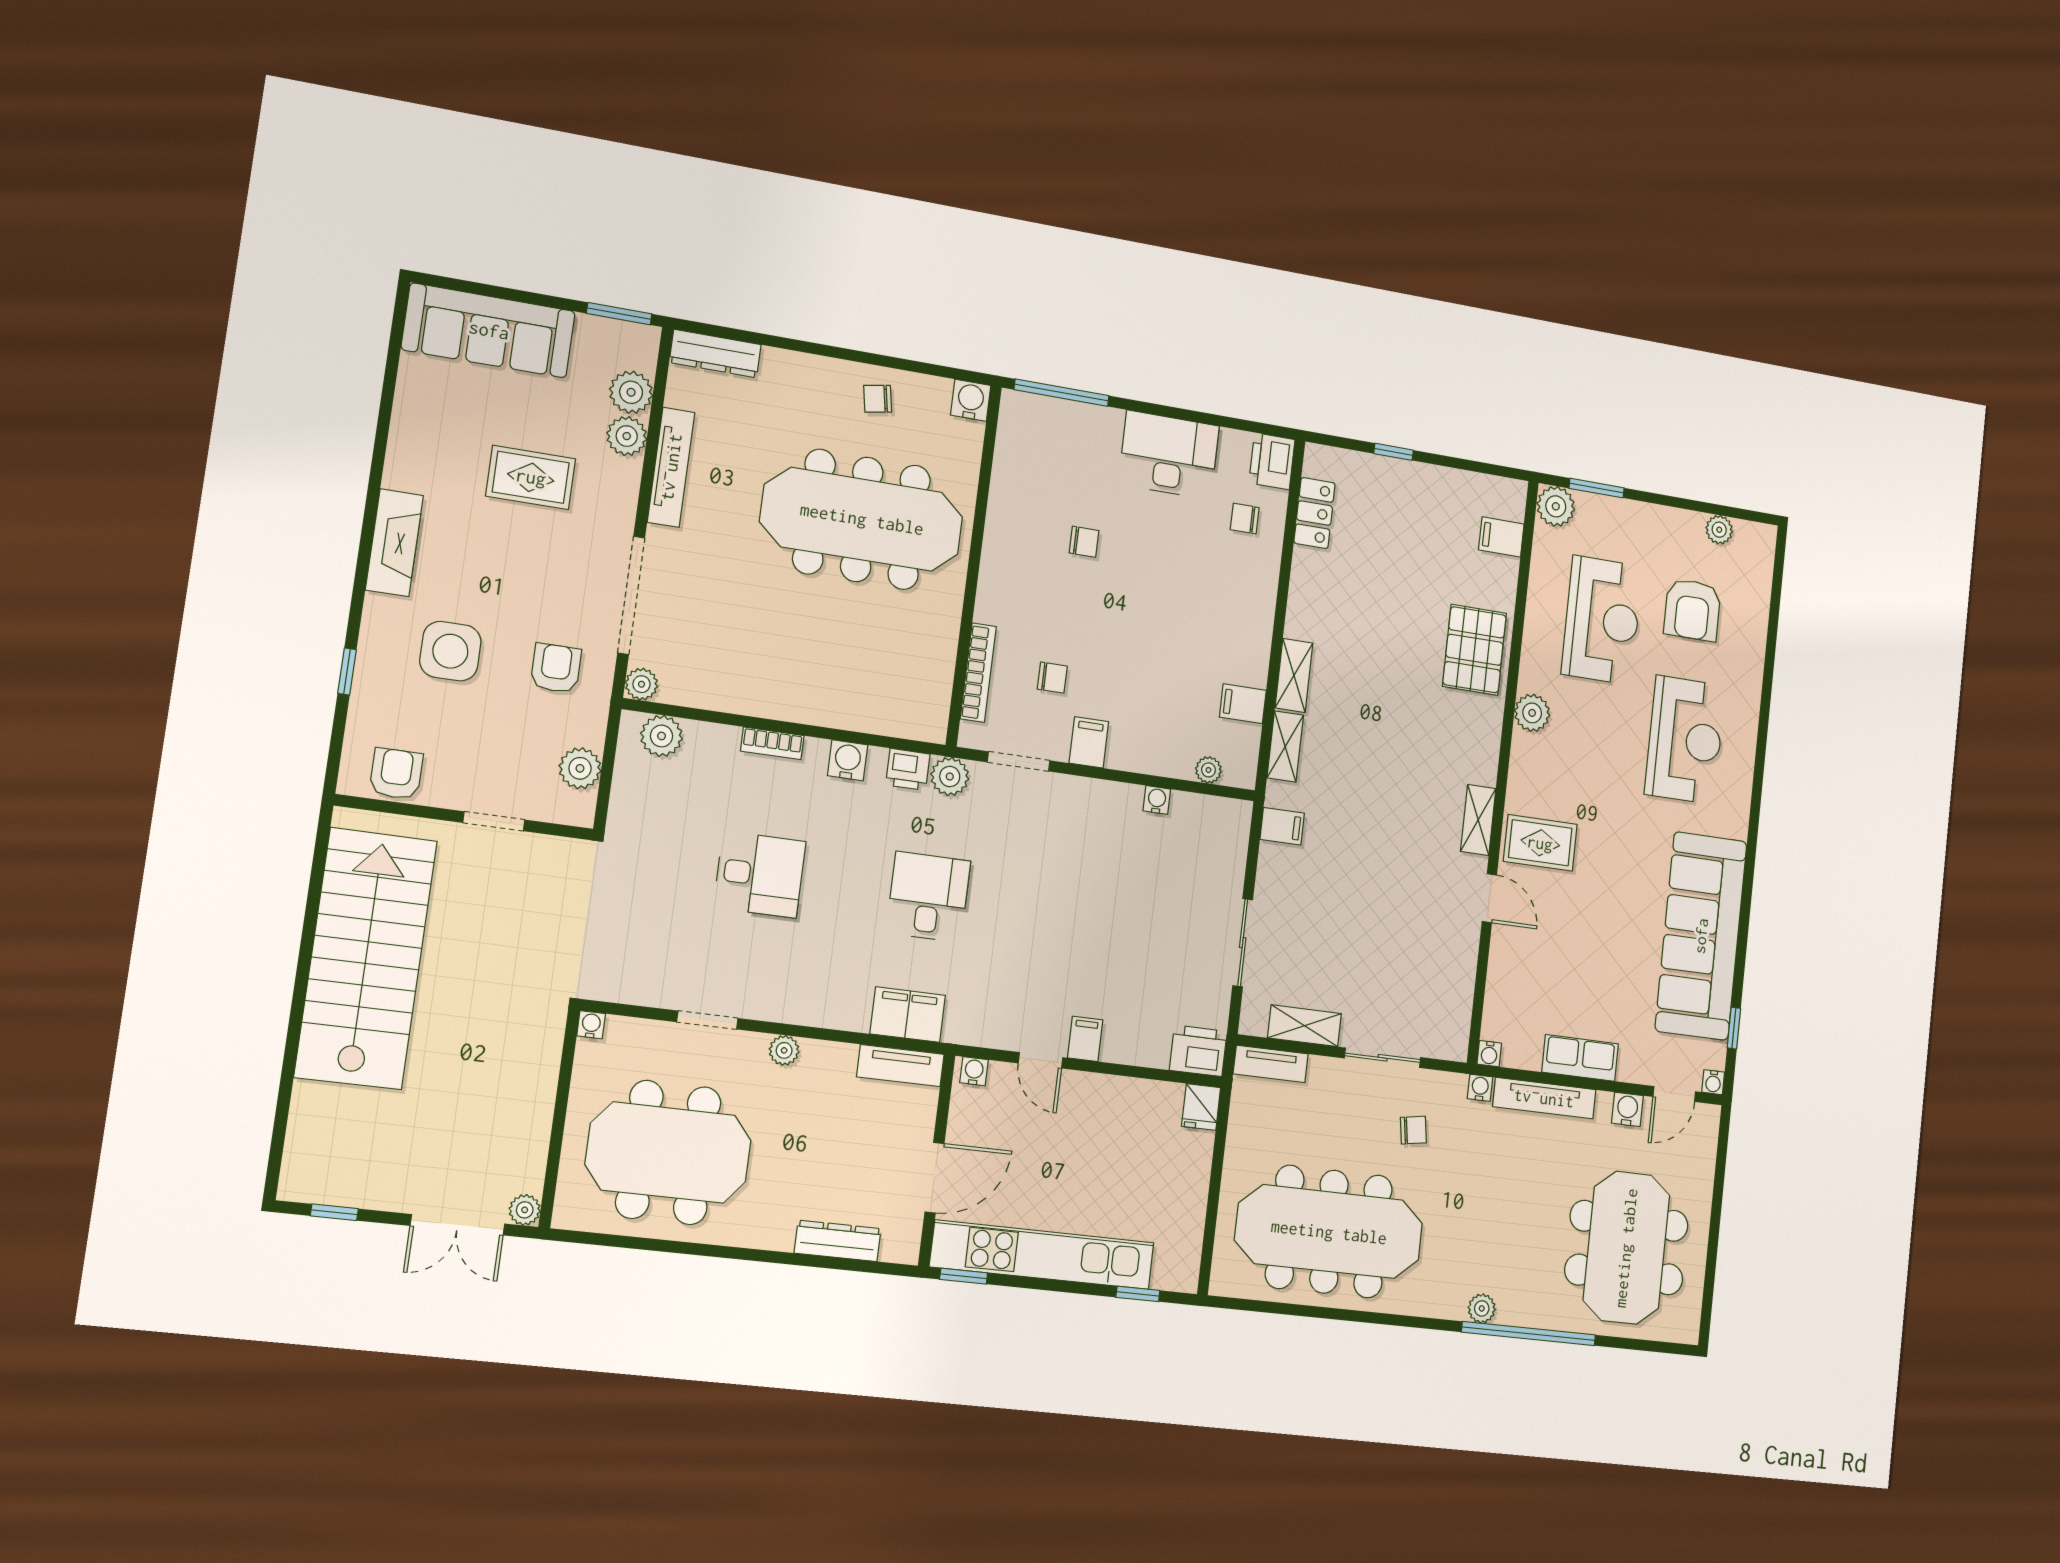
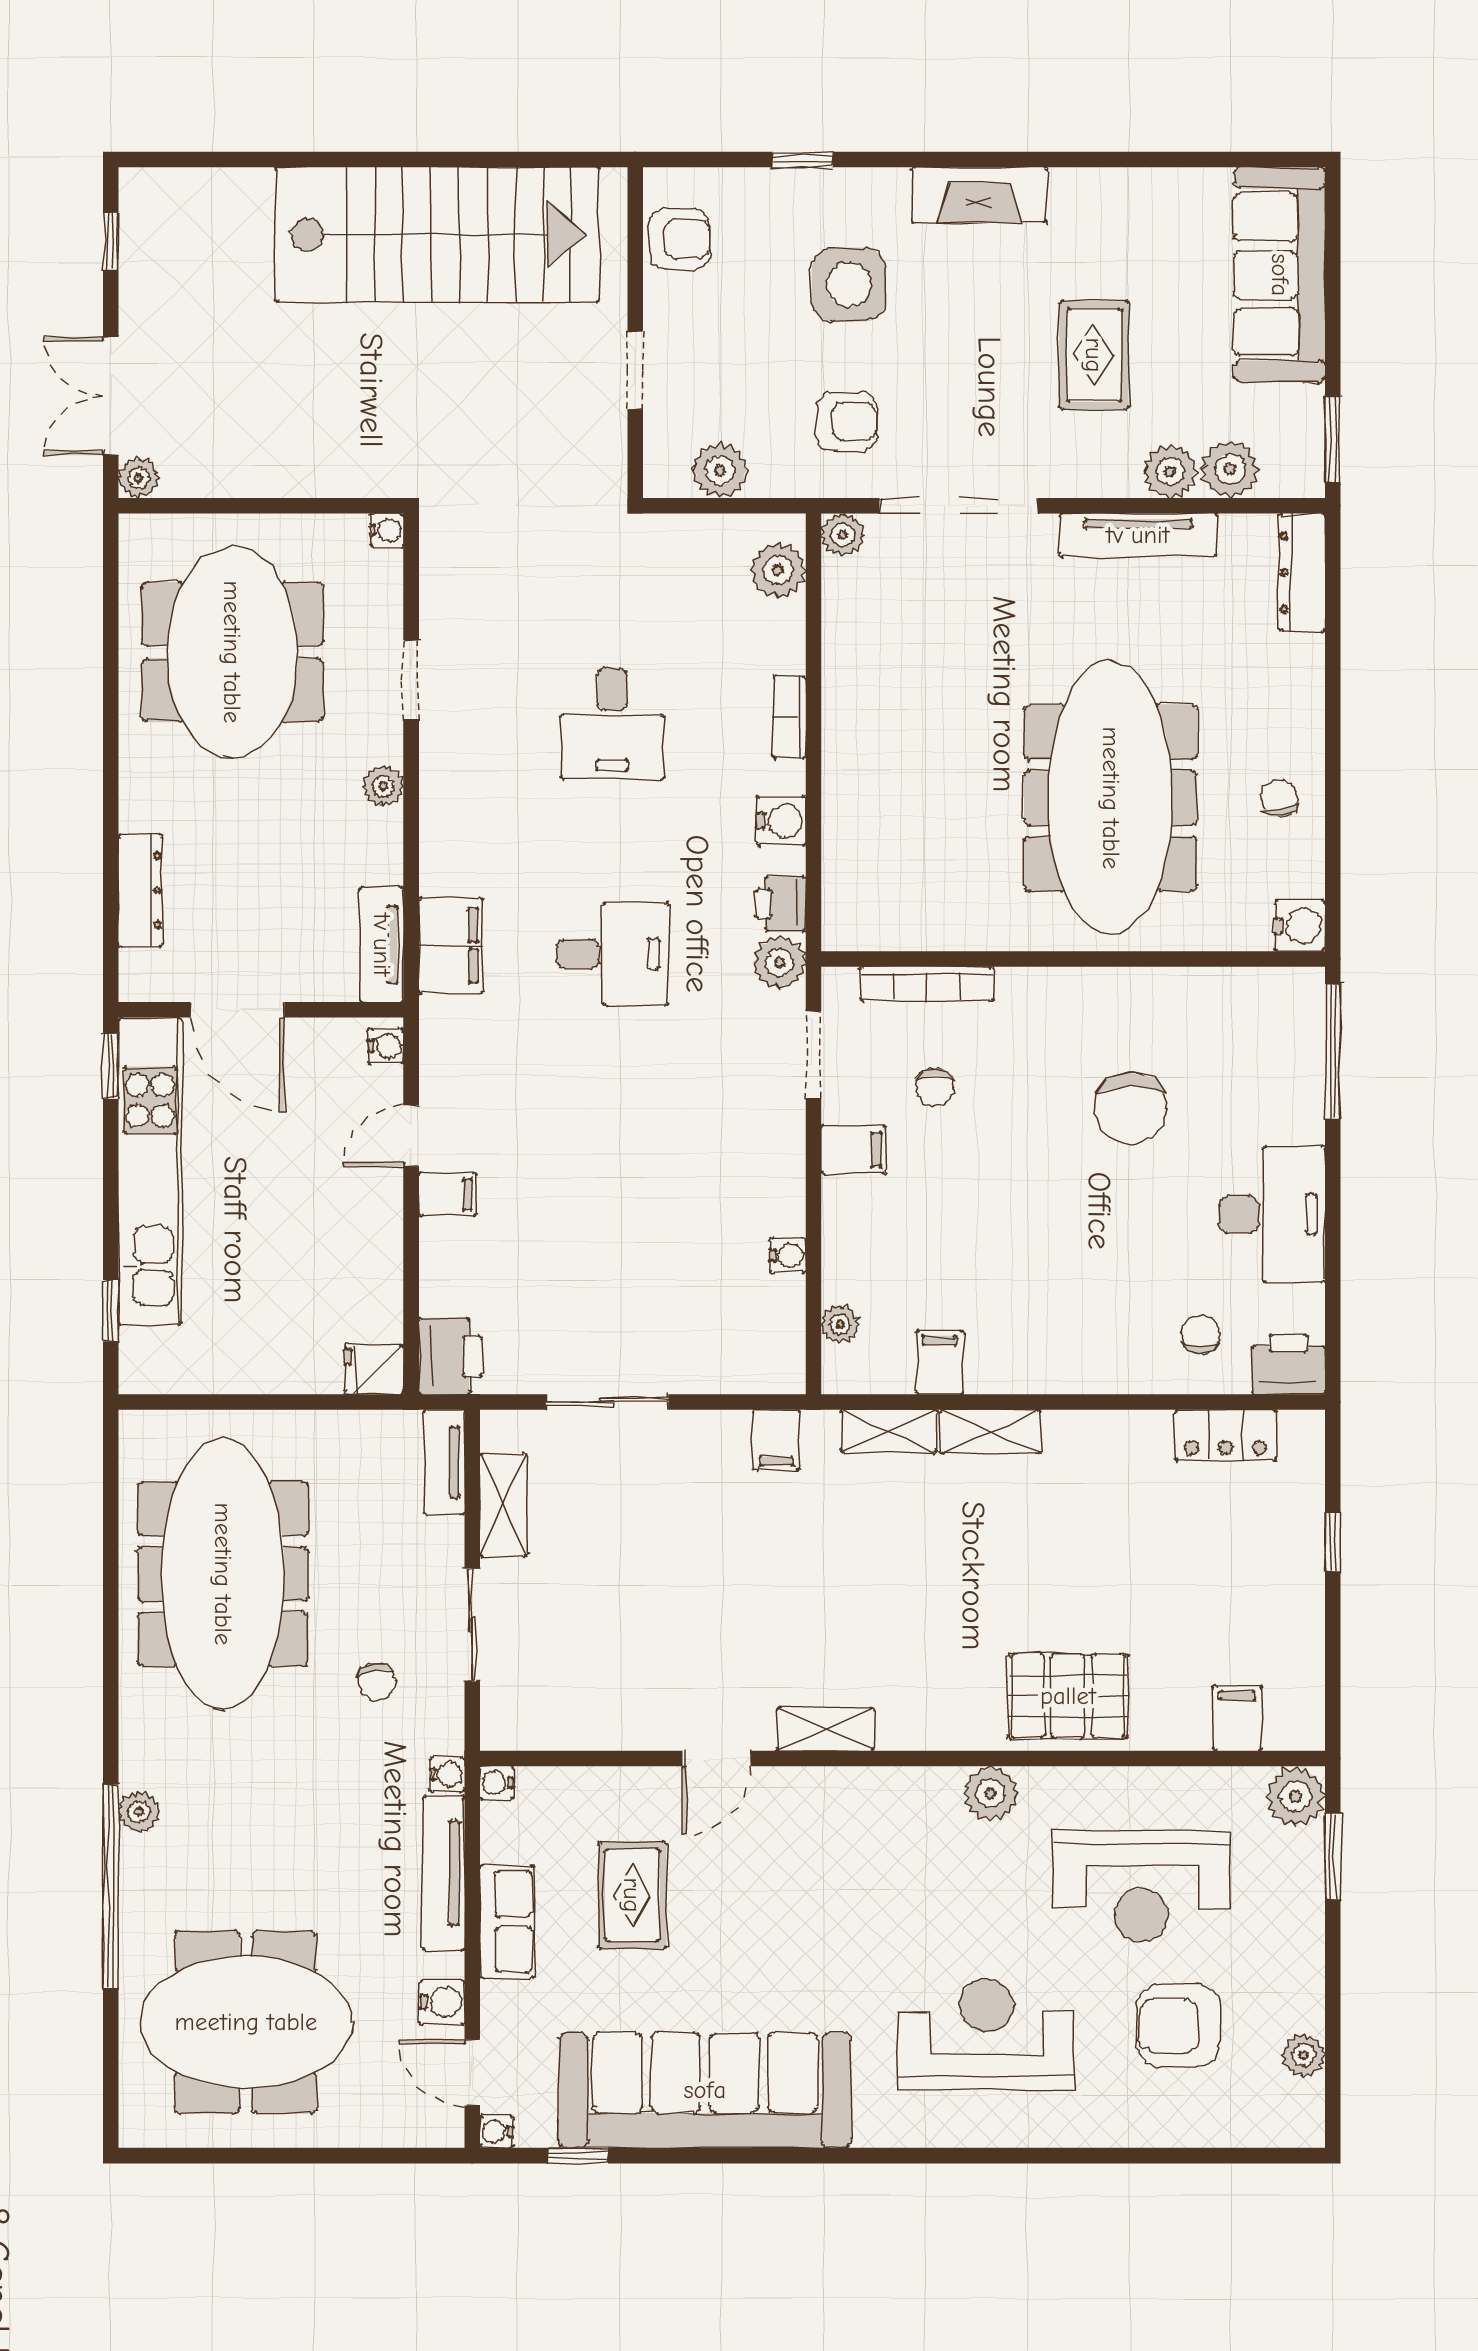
chair: (1084, 542) -> (1130, 1109), width x1.87, depth x1.87
reception desk: (1685, 740) -> (986, 2034), turned 180
rug: (1540, 843) -> (632, 1895), moved

